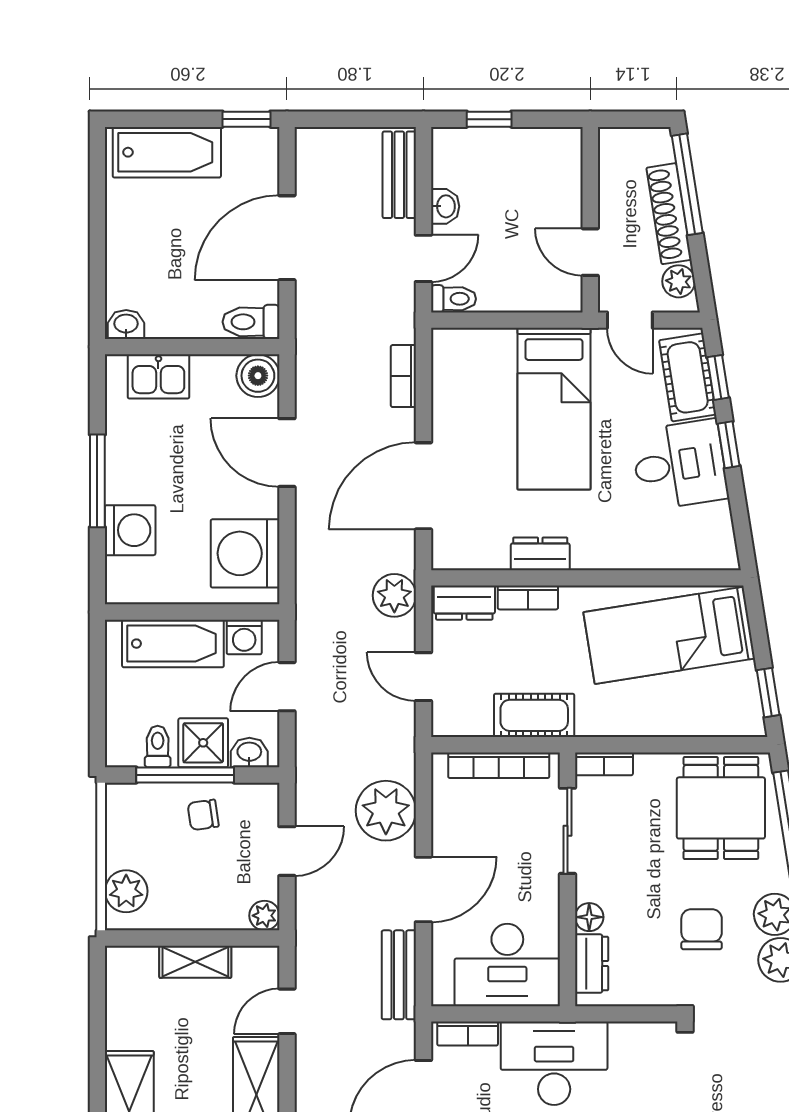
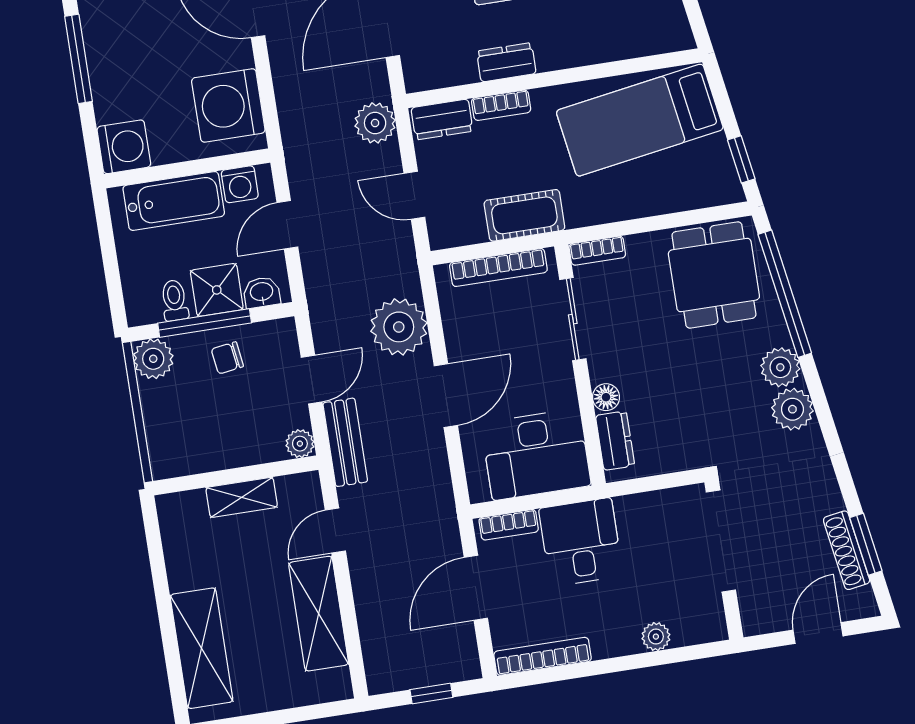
washing machine: (130, 530) -> (124, 147), moved
plant: (126, 891) -> (153, 359), moved
chair: (702, 929) -> (714, 392), removed
bench: (399, 975) -> (345, 442), moved
desk: (554, 1063) -> (581, 542), width x0.73

